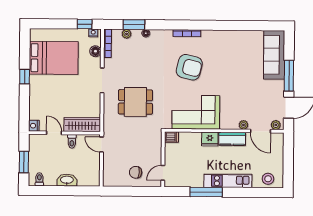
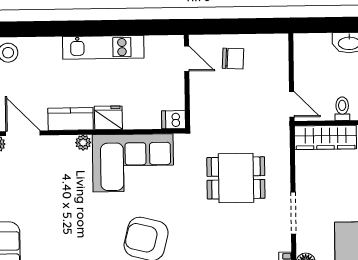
plant: (243, 125) -> (83, 143), moved
door: (163, 173) -> (187, 59), hinge flipped
kitchen unit: (228, 181) -> (103, 47), moved
window: (206, 192) -> (112, 28), removed

